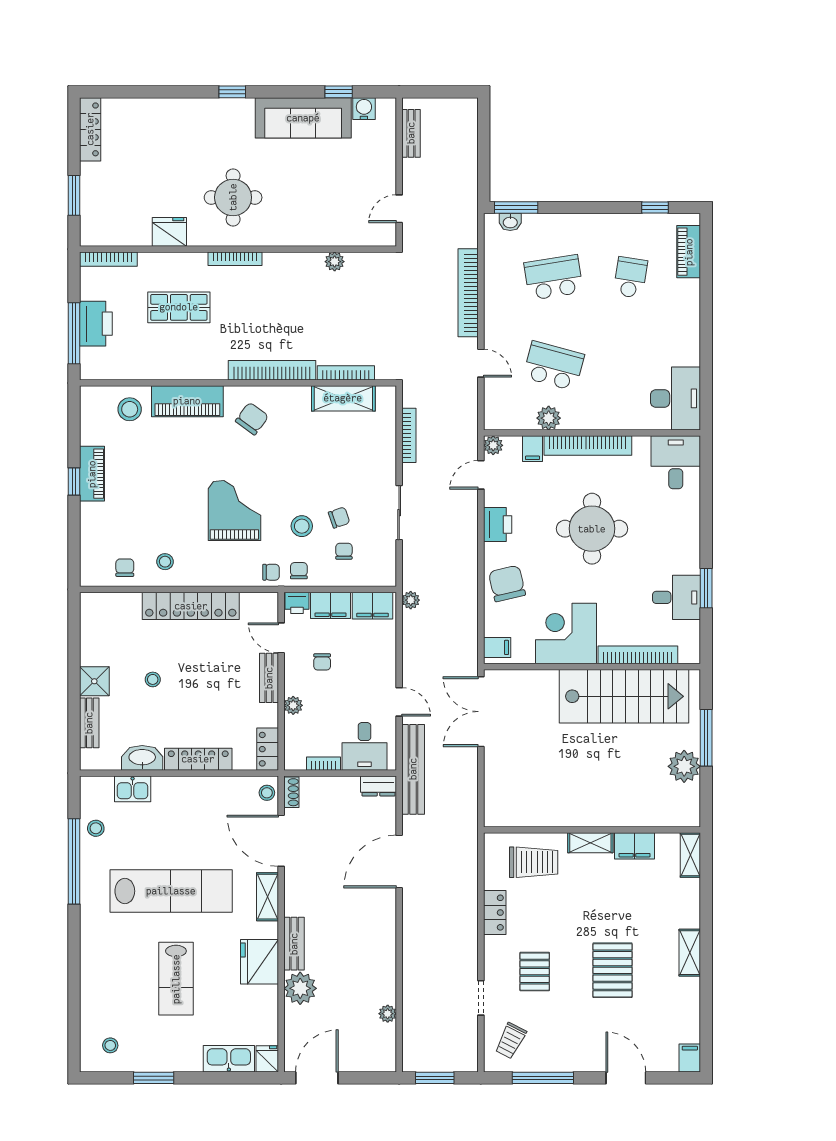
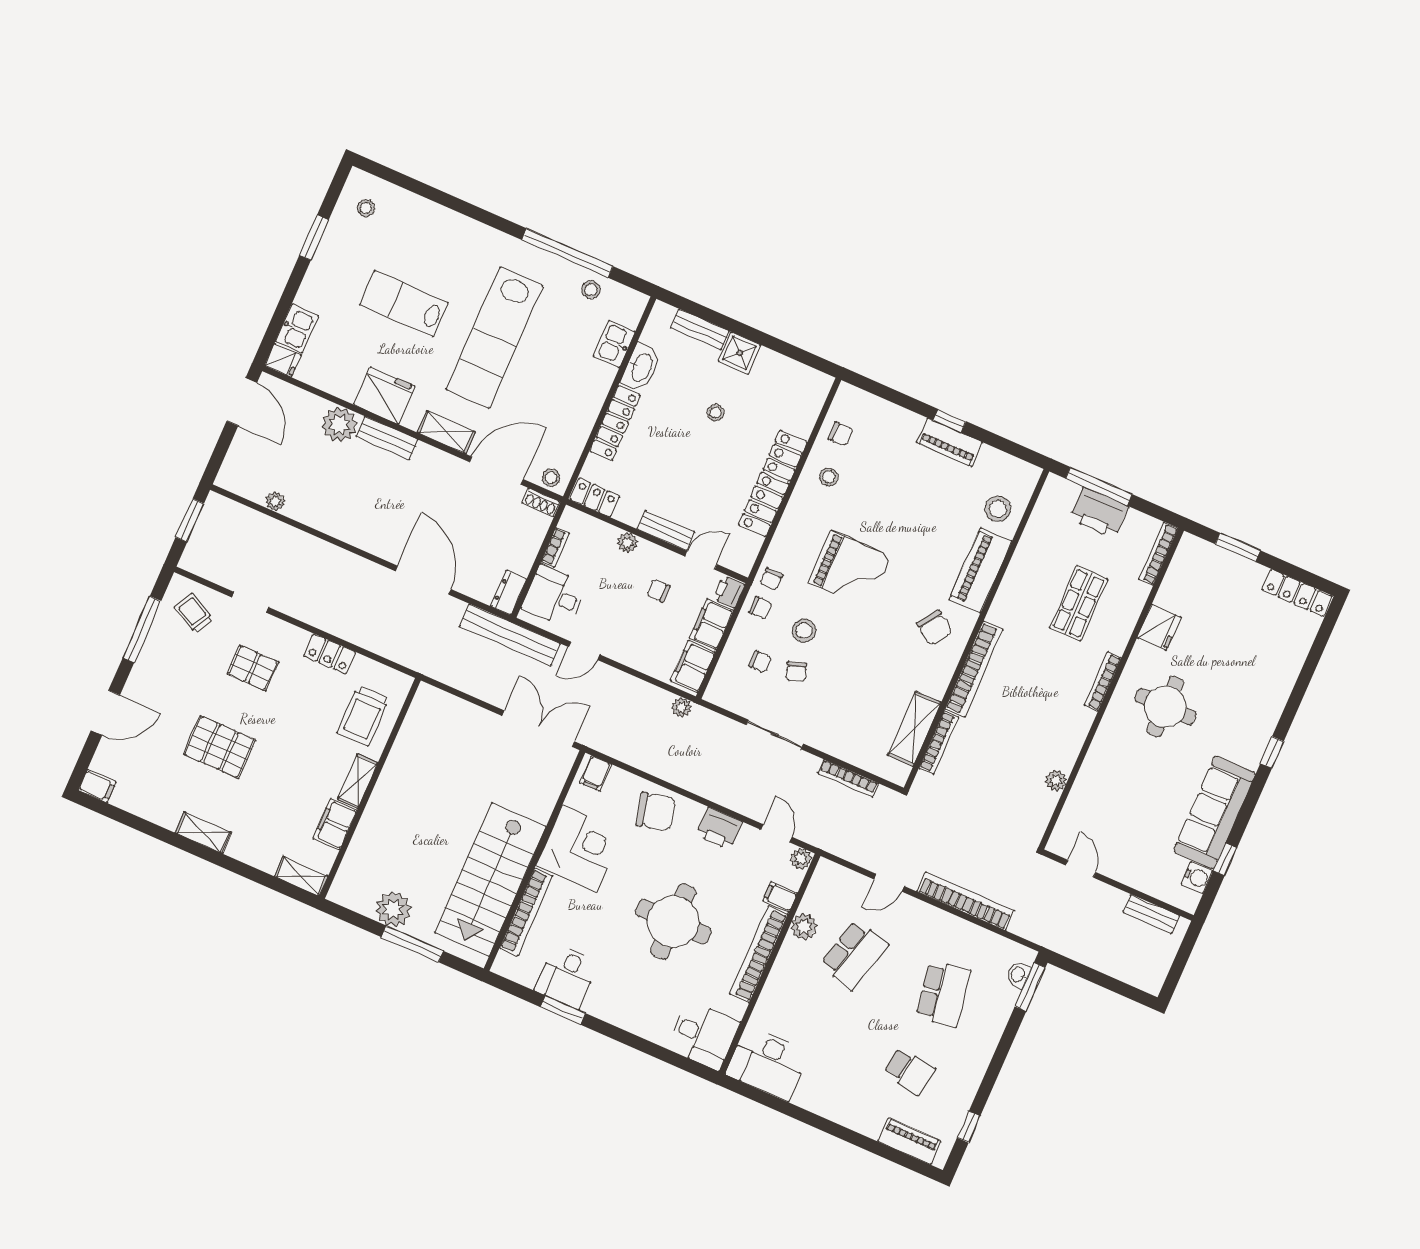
kitchen sink: (229, 1059) -> (297, 329), width x0.73

